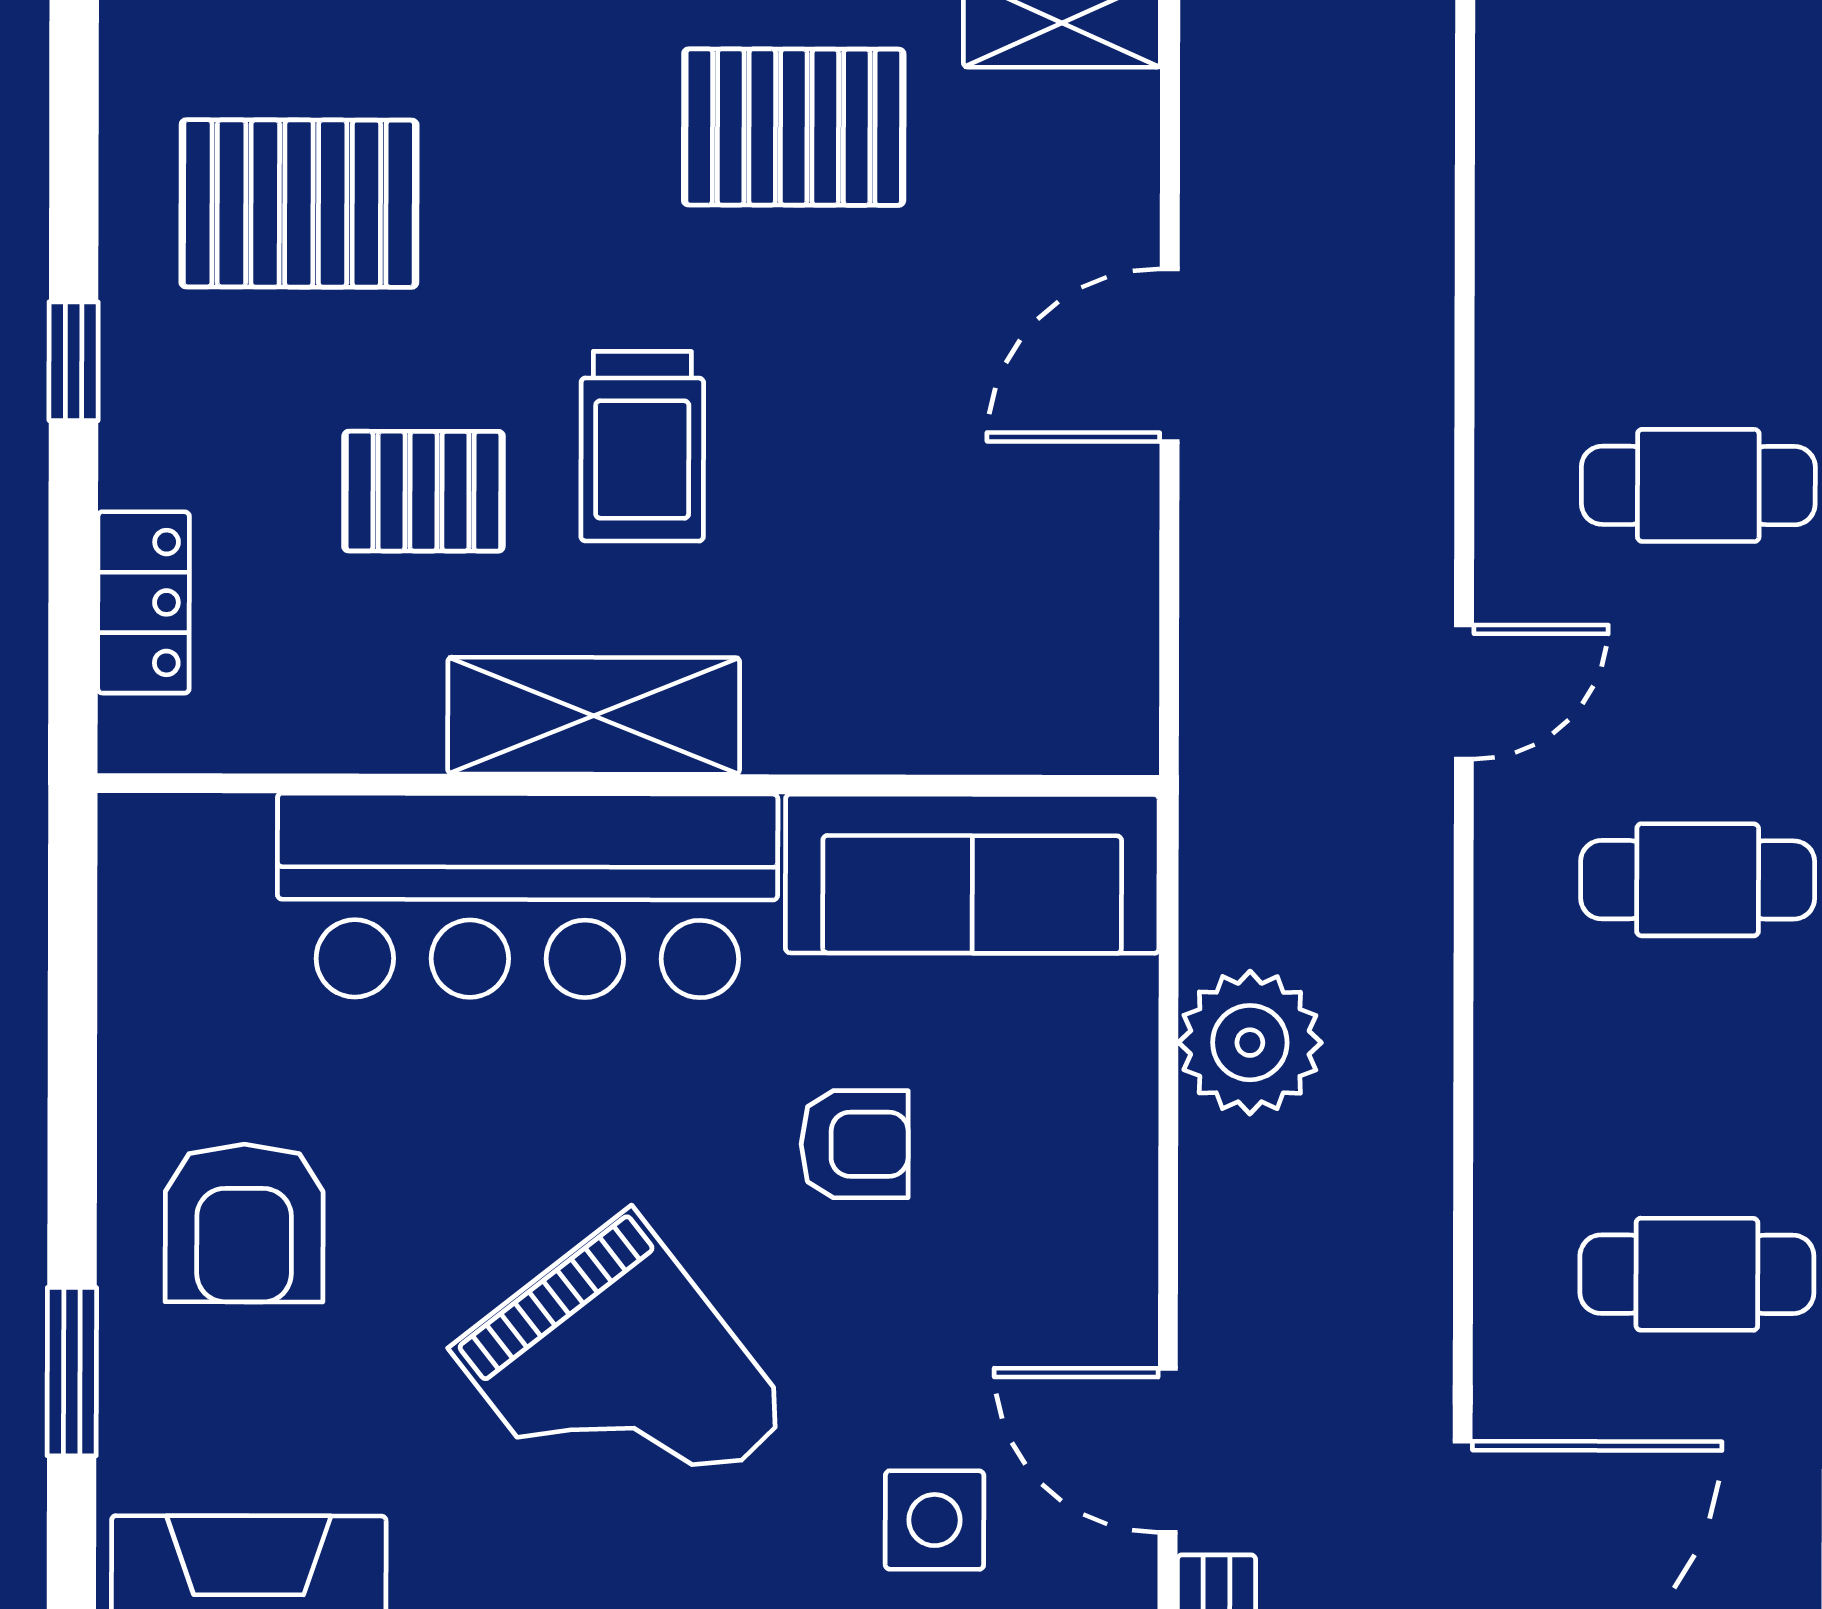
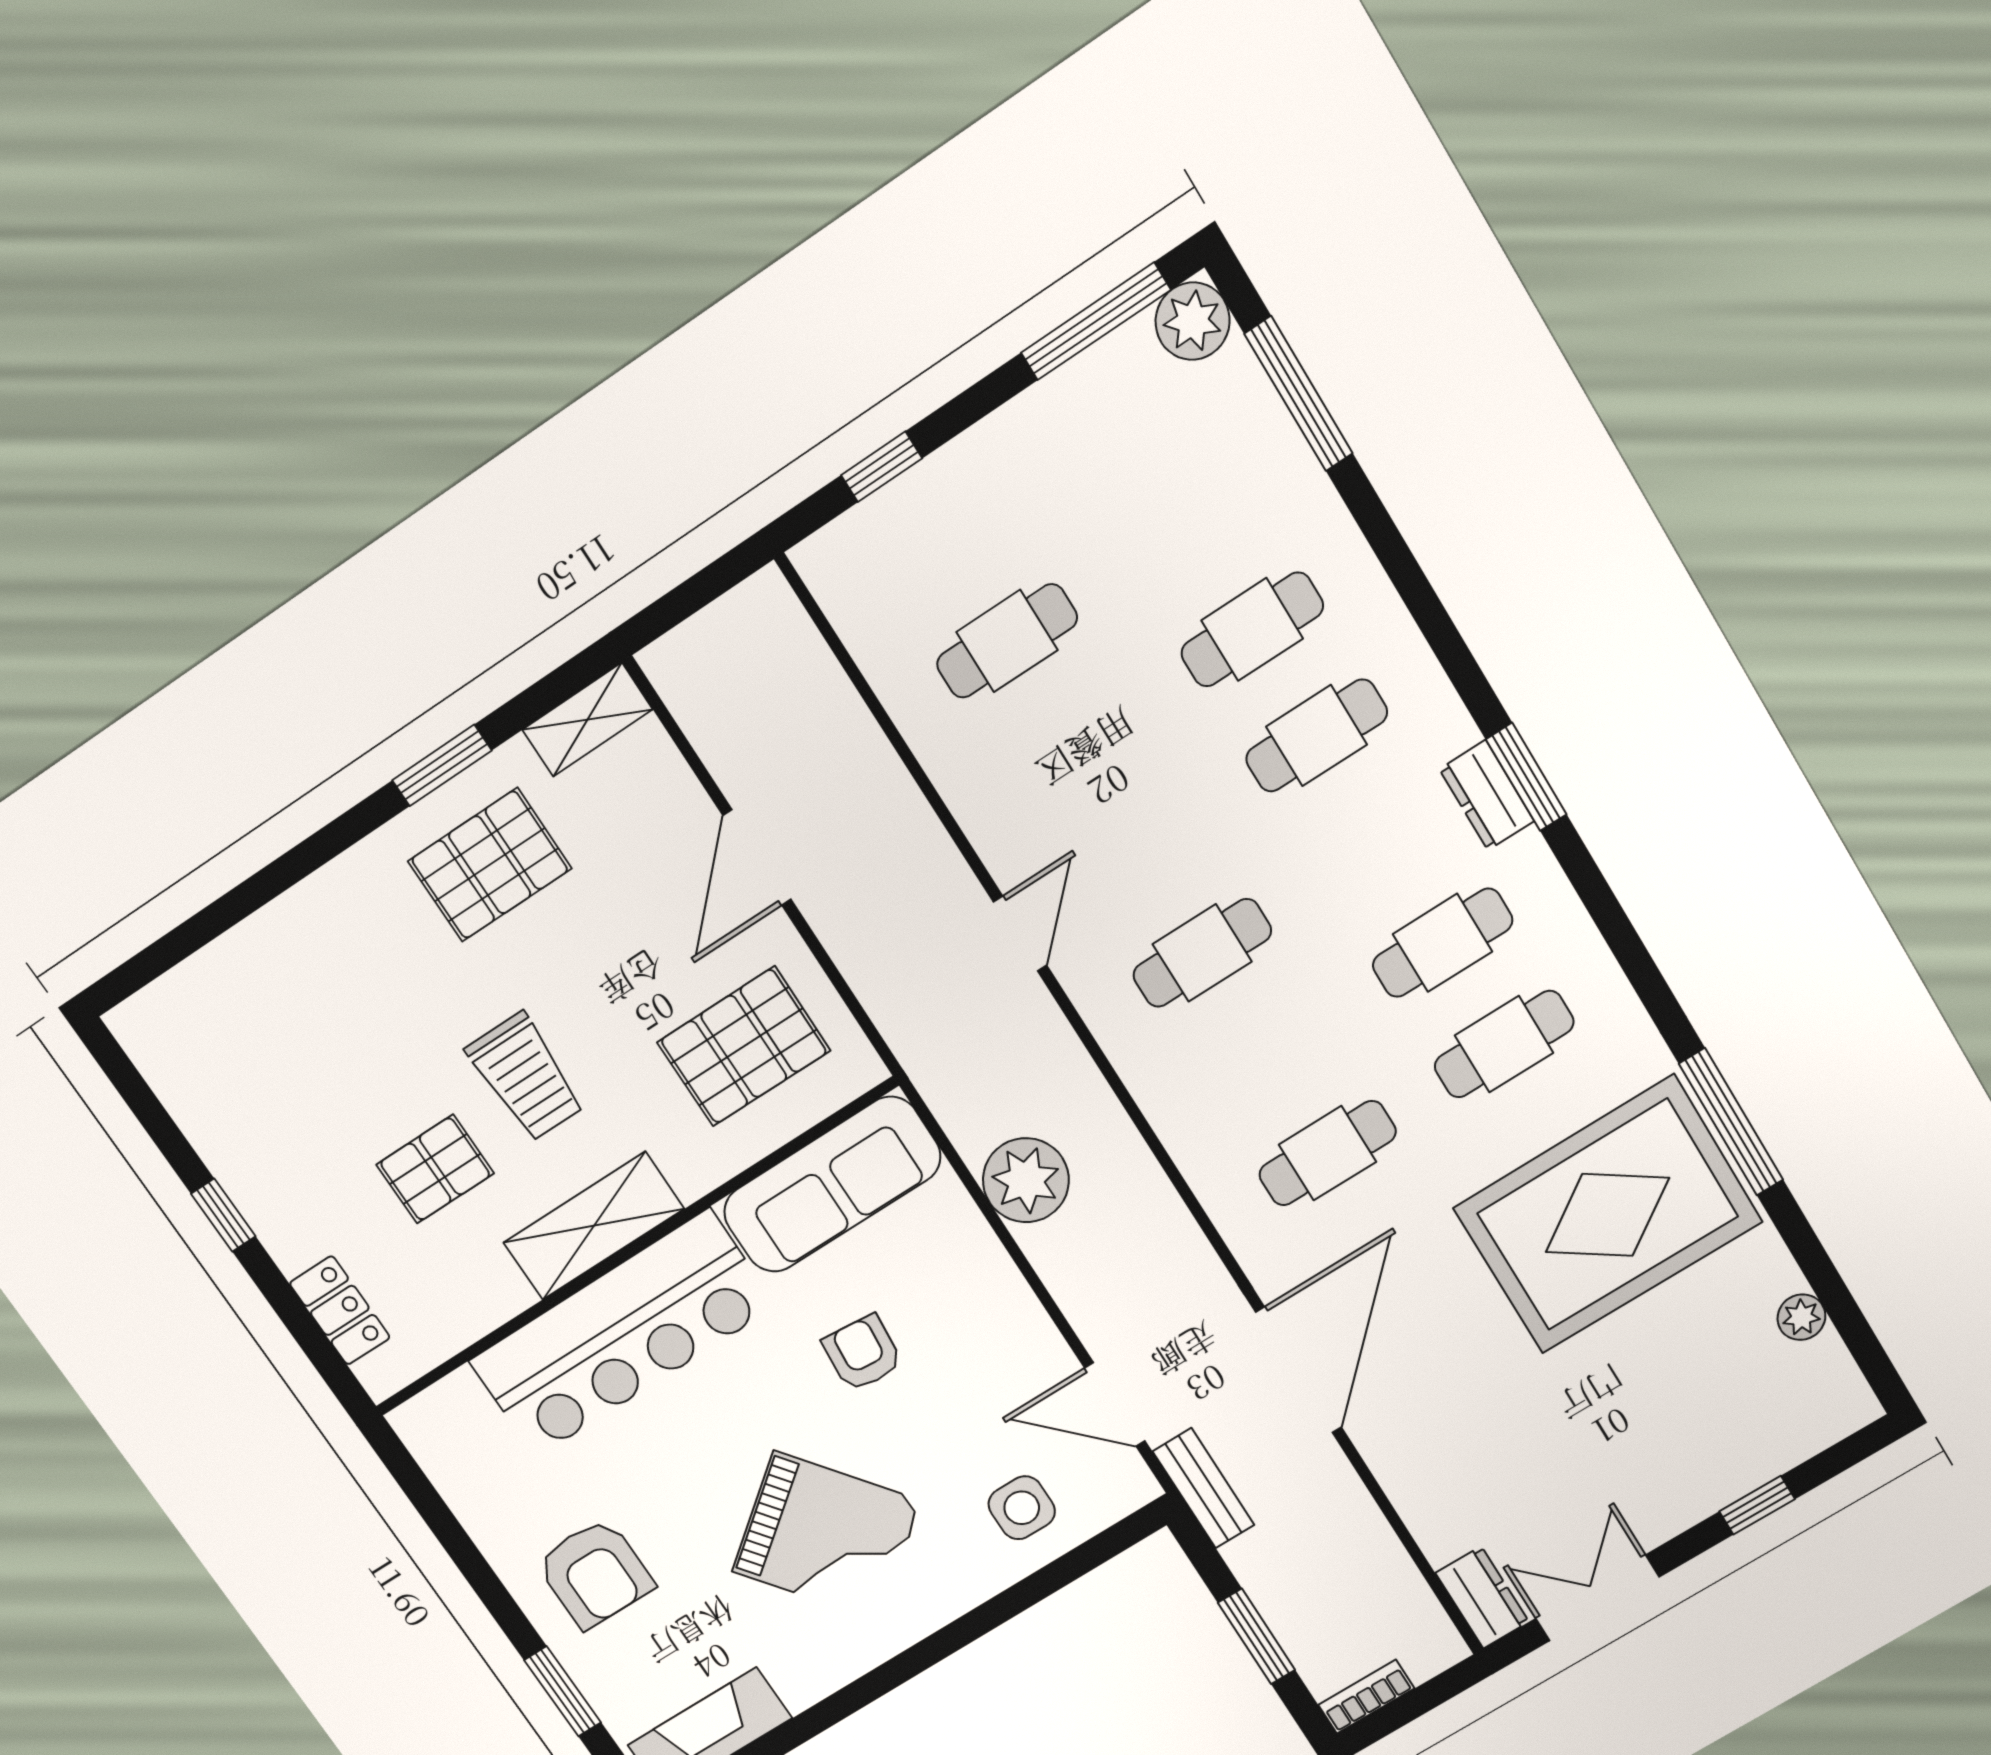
pallet: (299, 203) -> (744, 1046), moved
cafe table: (1698, 485) -> (1007, 641), moved
armchair: (855, 1144) -> (862, 1353), turned -85

